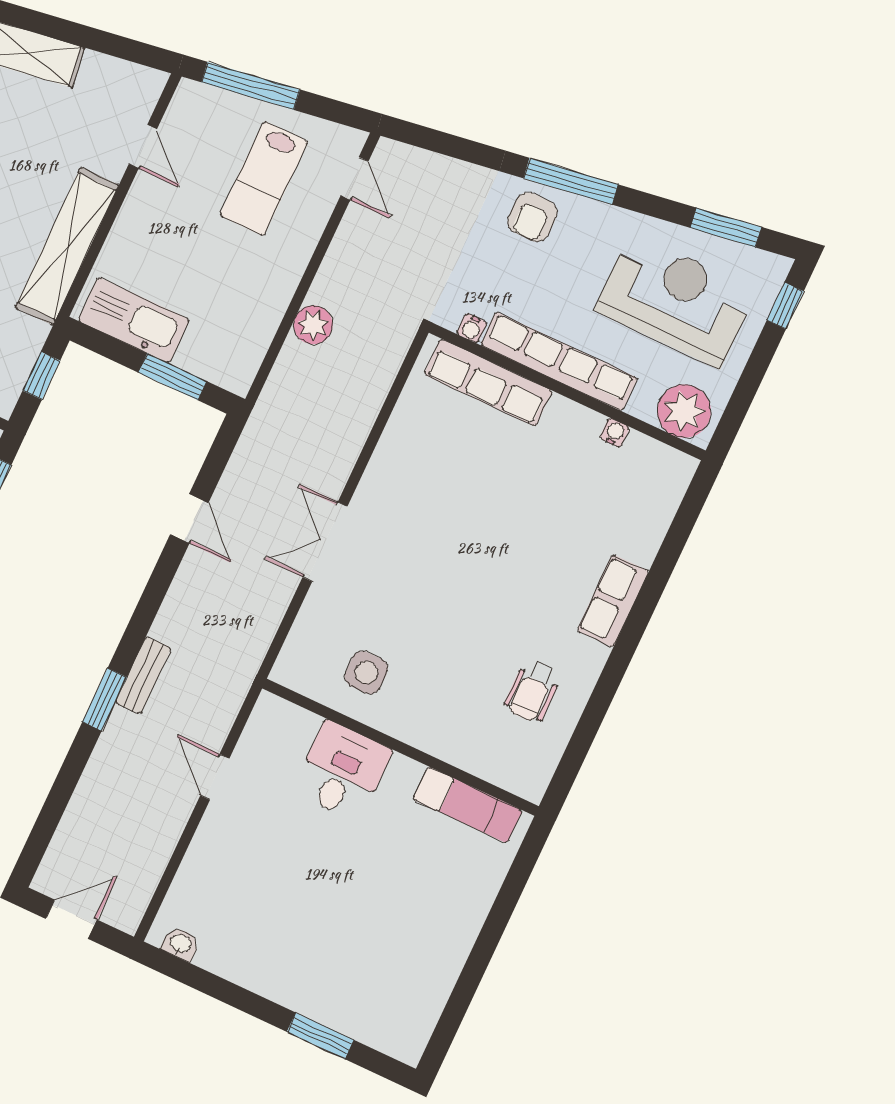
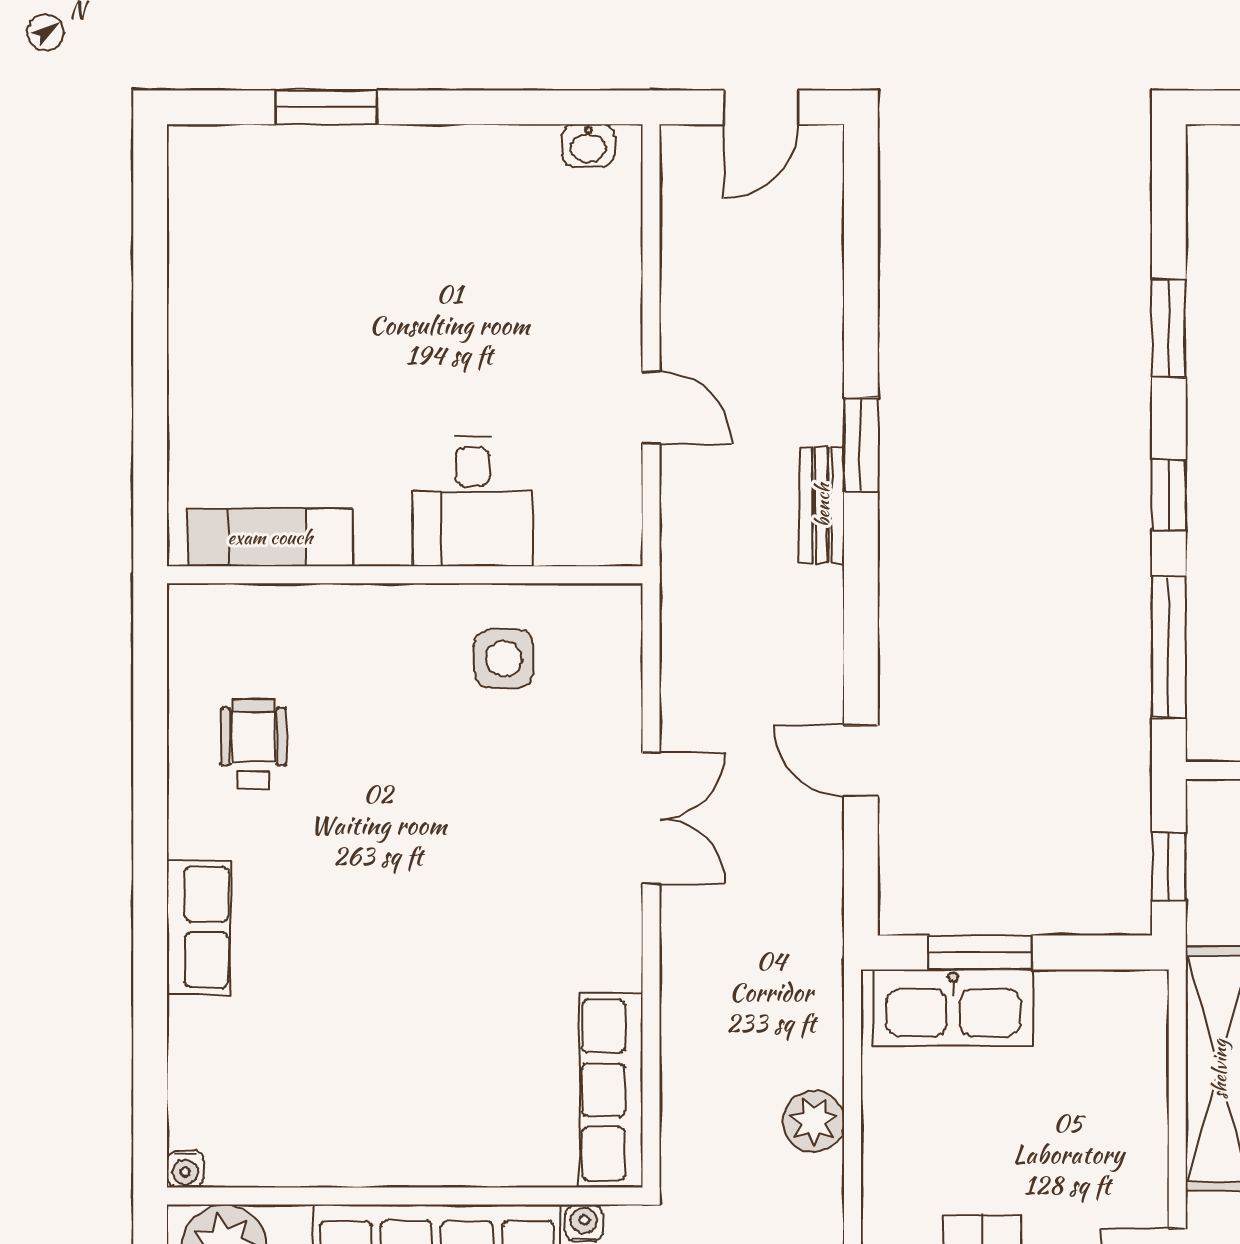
kitchen sink: (134, 320) -> (953, 1008), moved
row of seats: (488, 383) -> (611, 1090), moved, turned -90
water cooler: (615, 433) -> (185, 1169), moved

